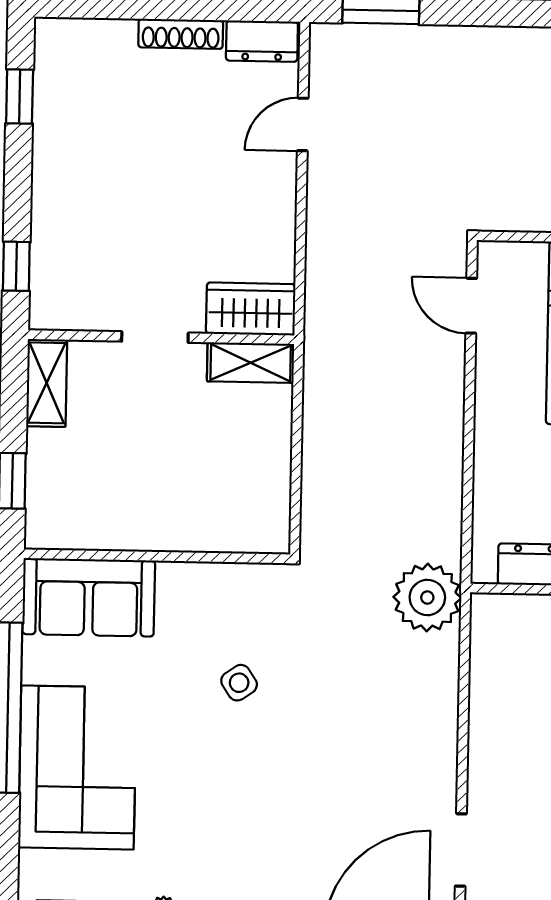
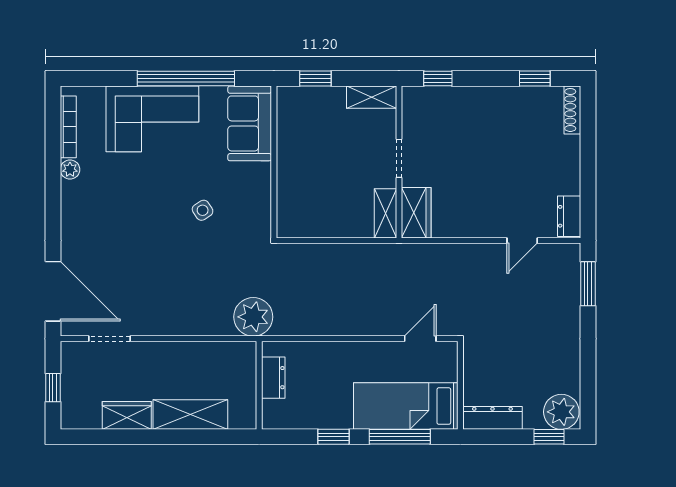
shoe rack: (181, 34) -> (572, 110), moved
door: (303, 124) -> (522, 241), swing flipped

